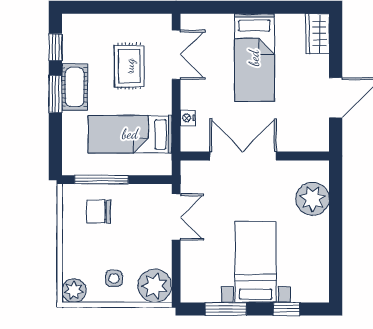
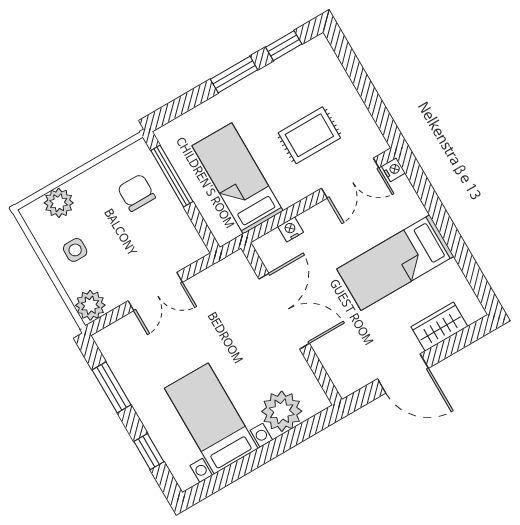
nightstand: (188, 21) -> (393, 170), added
wardrobe: (318, 34) -> (439, 327), moved
cot: (75, 87) -> (253, 90), removed
double door: (176, 217) -> (155, 292), moved
bed with nightstands: (256, 262) -> (211, 418), moved, turned -90
plant: (155, 286) -> (90, 305), width x0.73, depth x0.73
plant: (74, 291) -> (59, 203), moved

